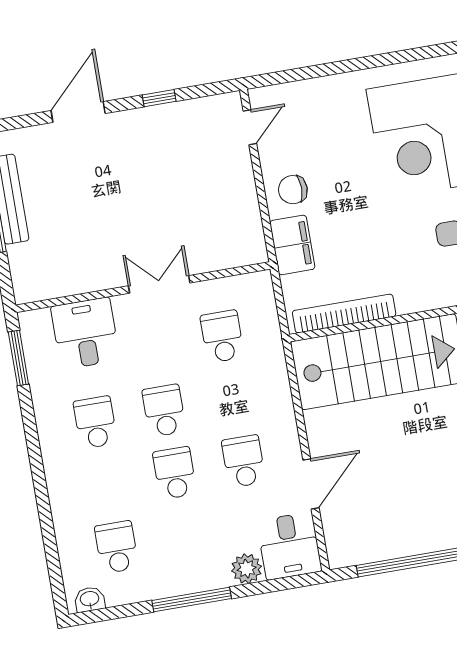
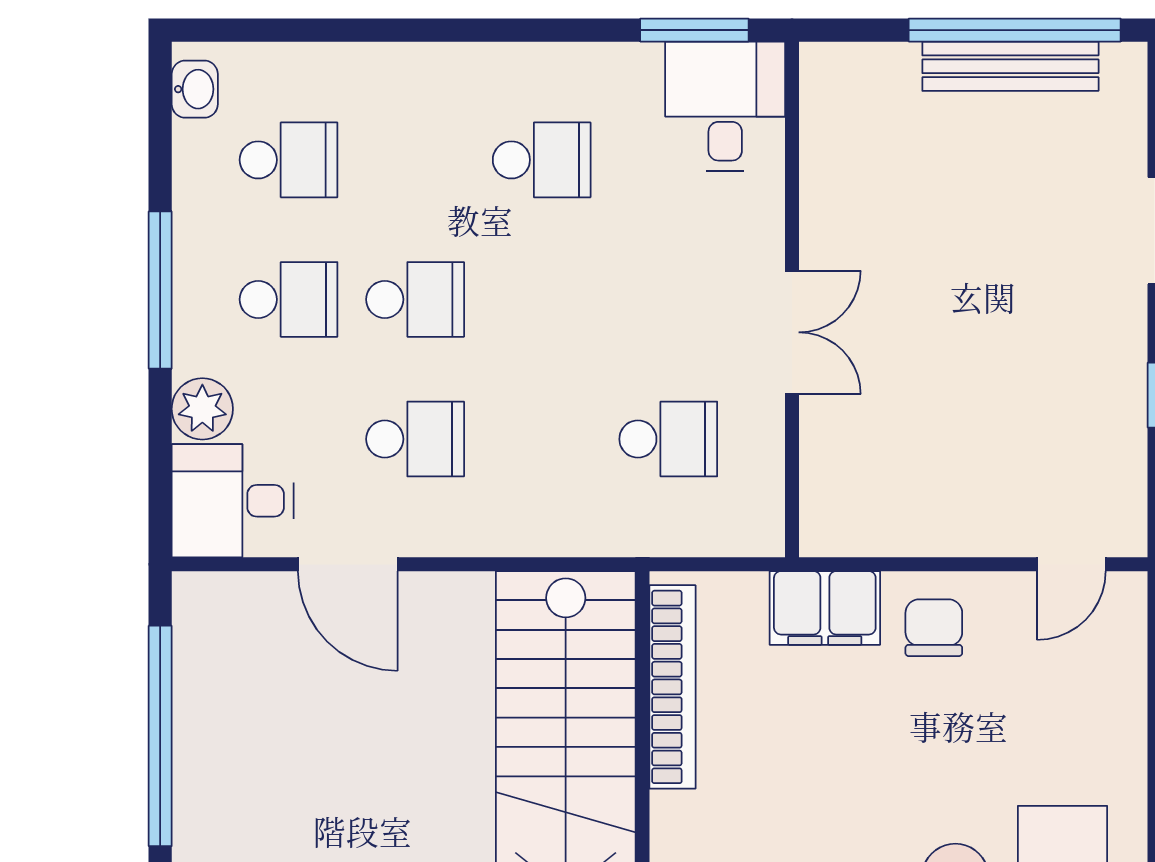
door: (250, 127) -> (1071, 564), hinge flipped
desk: (85, 333) -> (725, 106), moved, turned -90
school desk: (164, 411) -> (289, 299), moved

